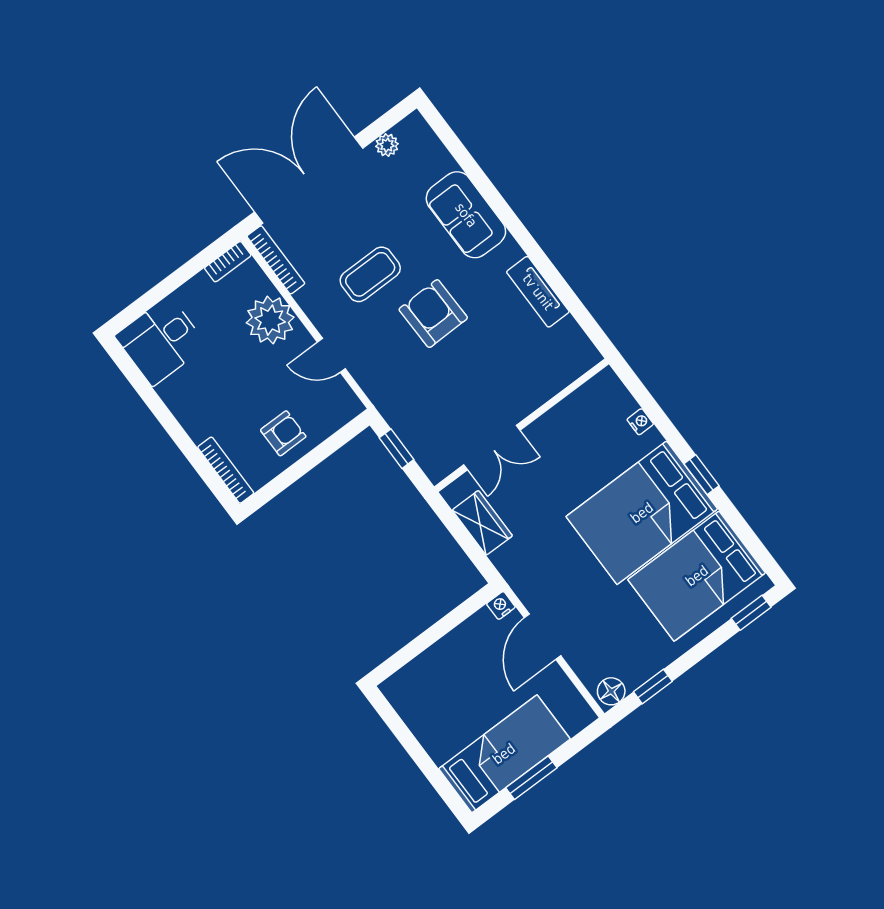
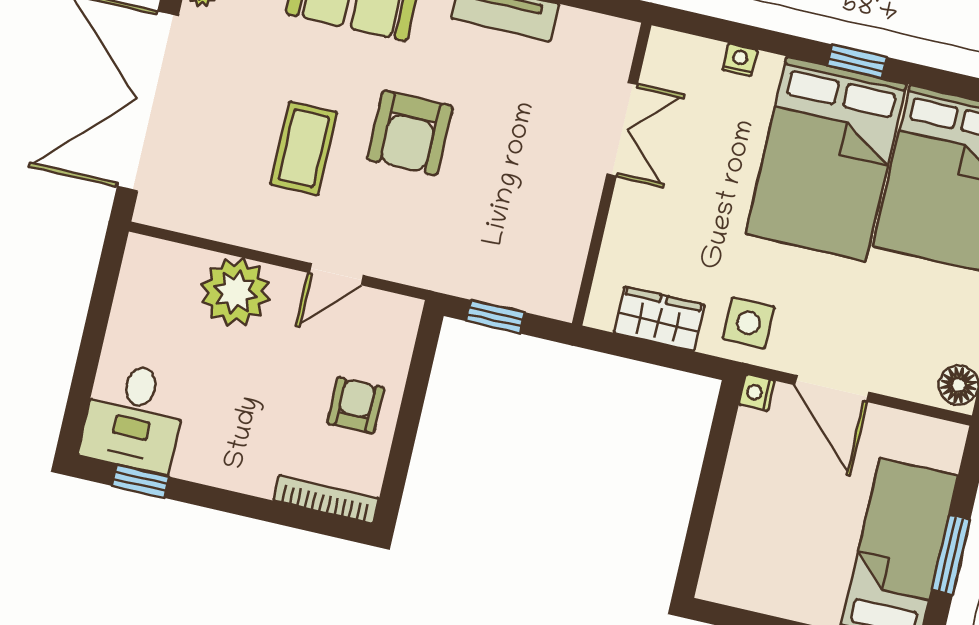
bookcase: (276, 260) -> (186, 220), removed
bookcase: (228, 262) -> (134, 267), removed
armchair: (433, 314) -> (410, 133), turned -89
window: (136, 378) -> (141, 481), added
double door: (492, 448) -> (622, 129), moved
side table: (528, 565) -> (748, 323), added

